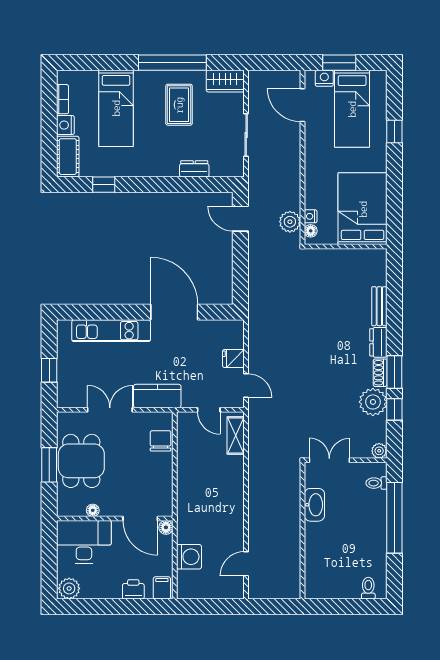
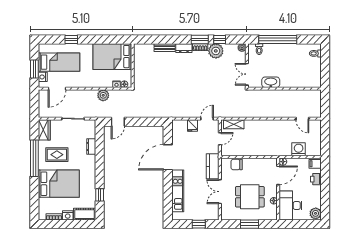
bed: (116, 108) -> (59, 184), width x1.50
plant: (290, 222) -> (103, 95), moved
dining table: (81, 461) -> (250, 197), moved

